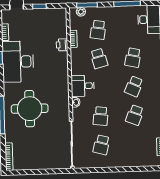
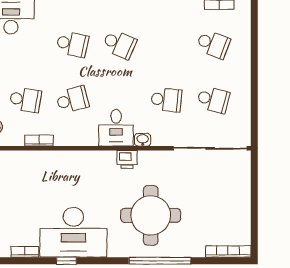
printer: (62, 45) -> (127, 159), moved
school desk: (135, 115) -> (213, 44), moved

